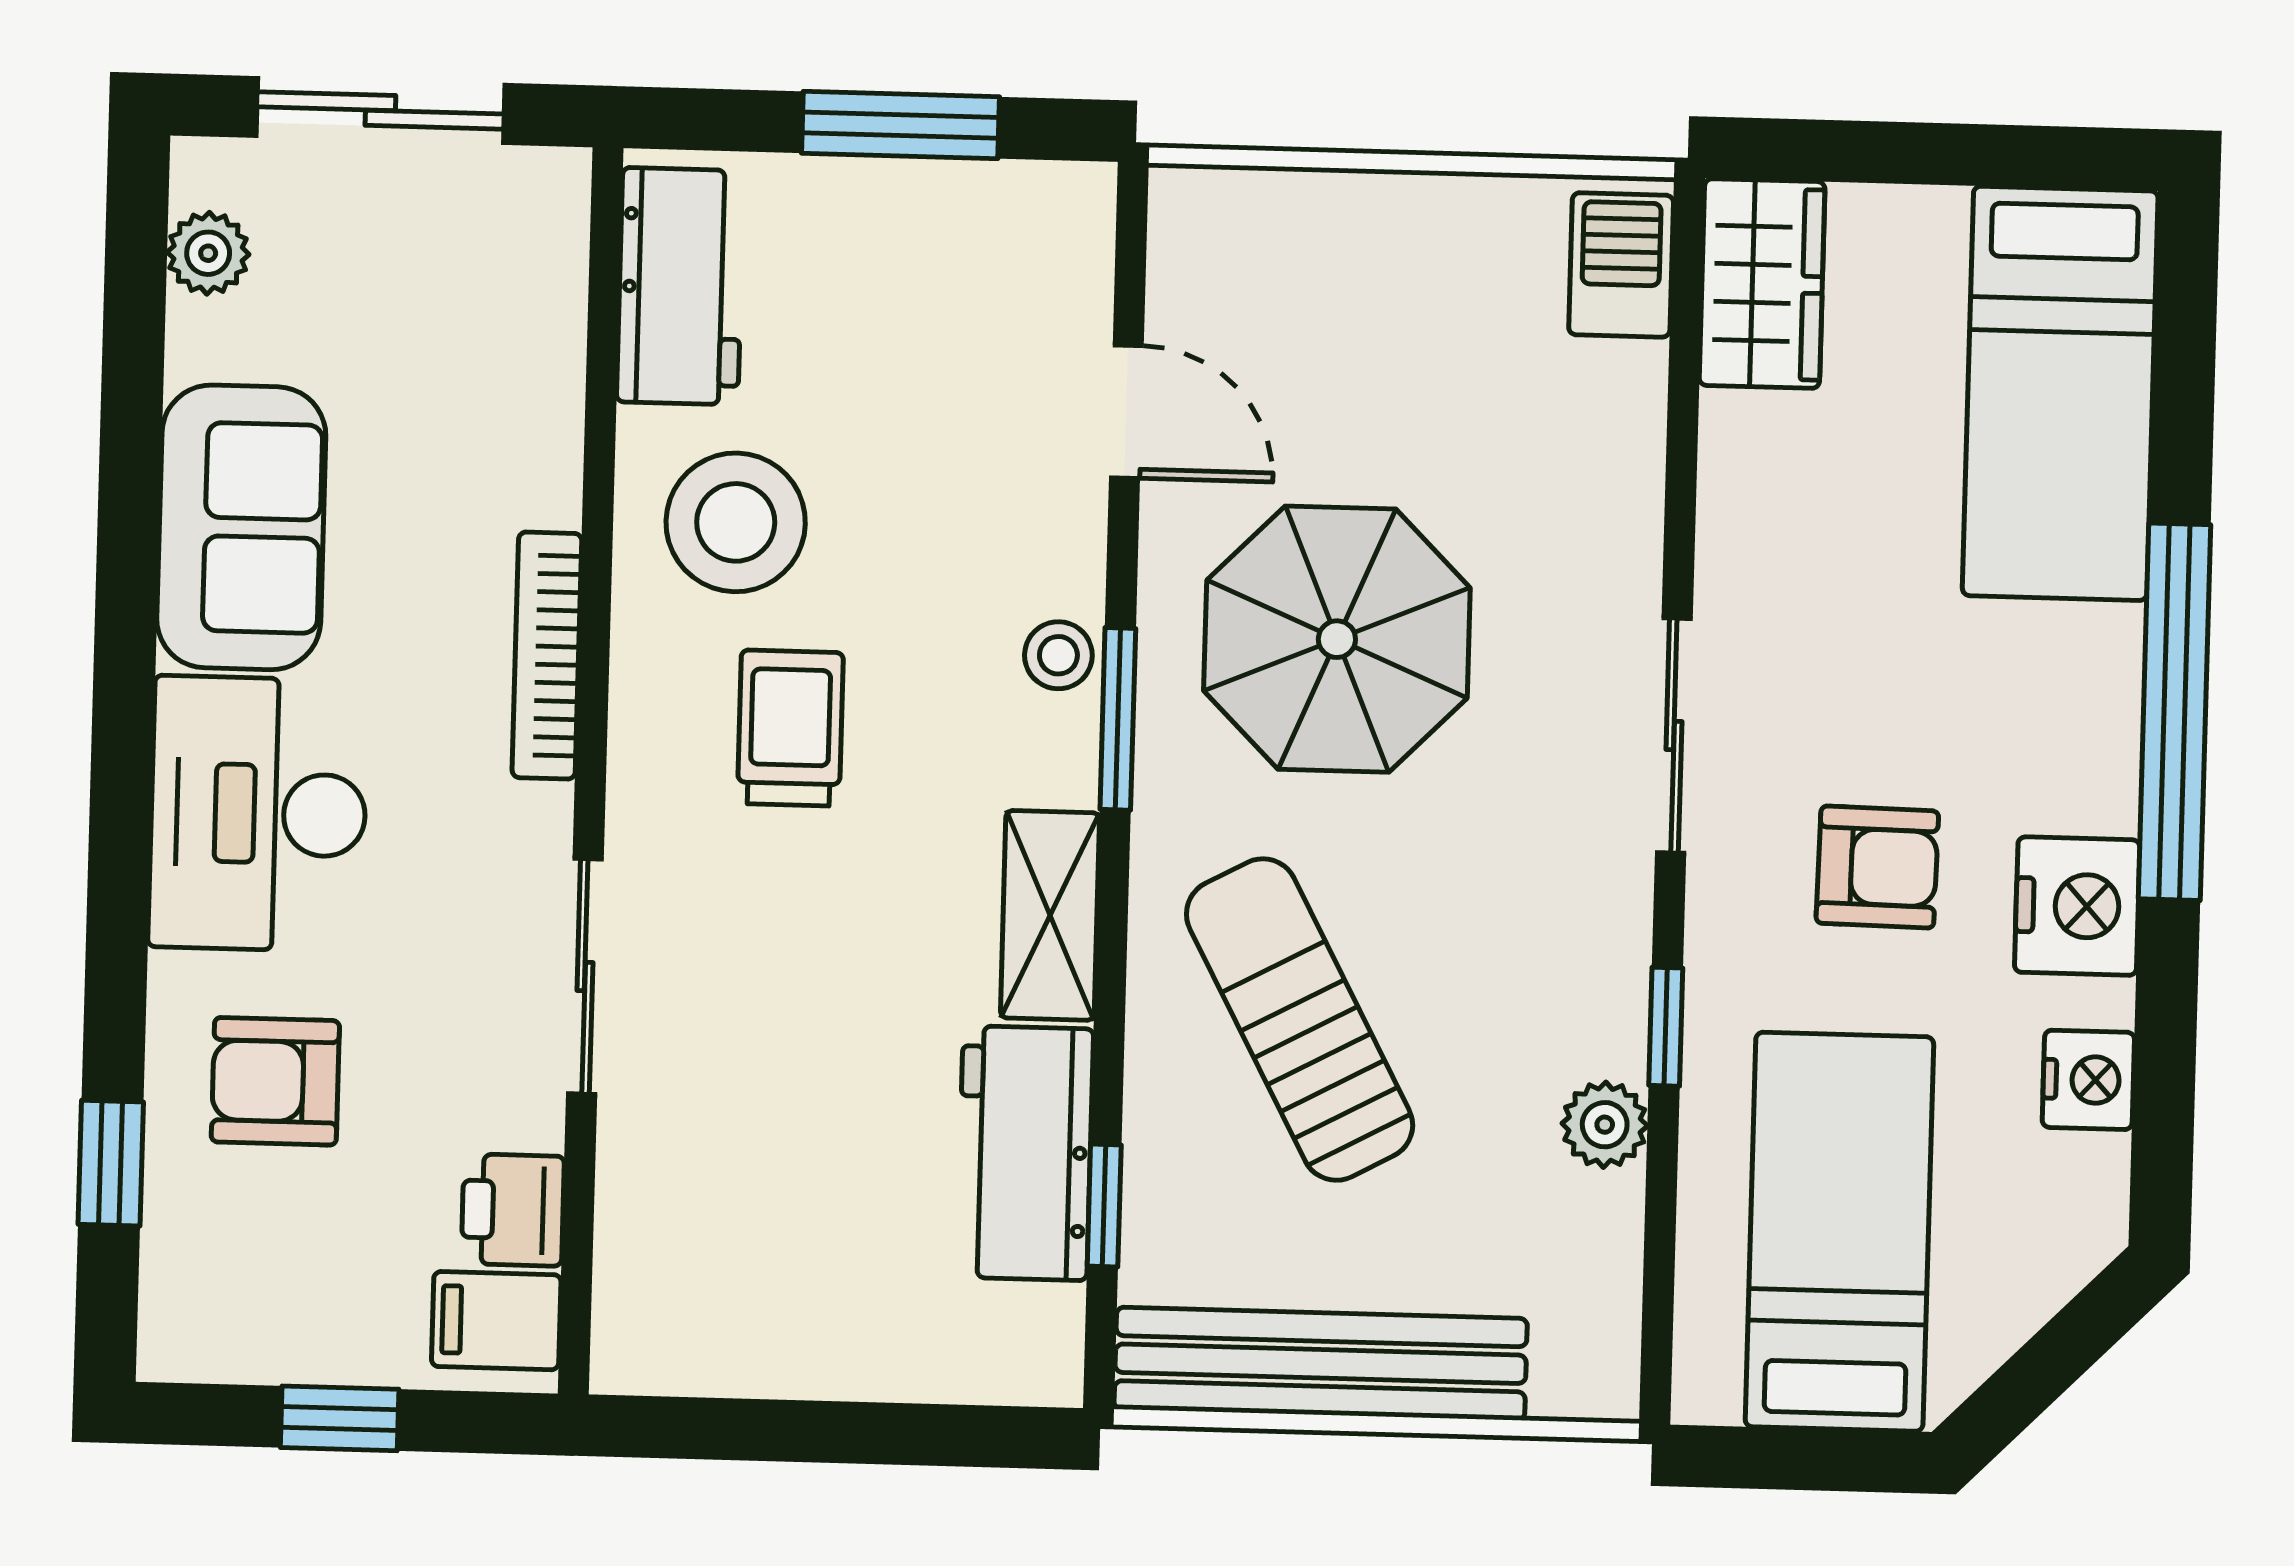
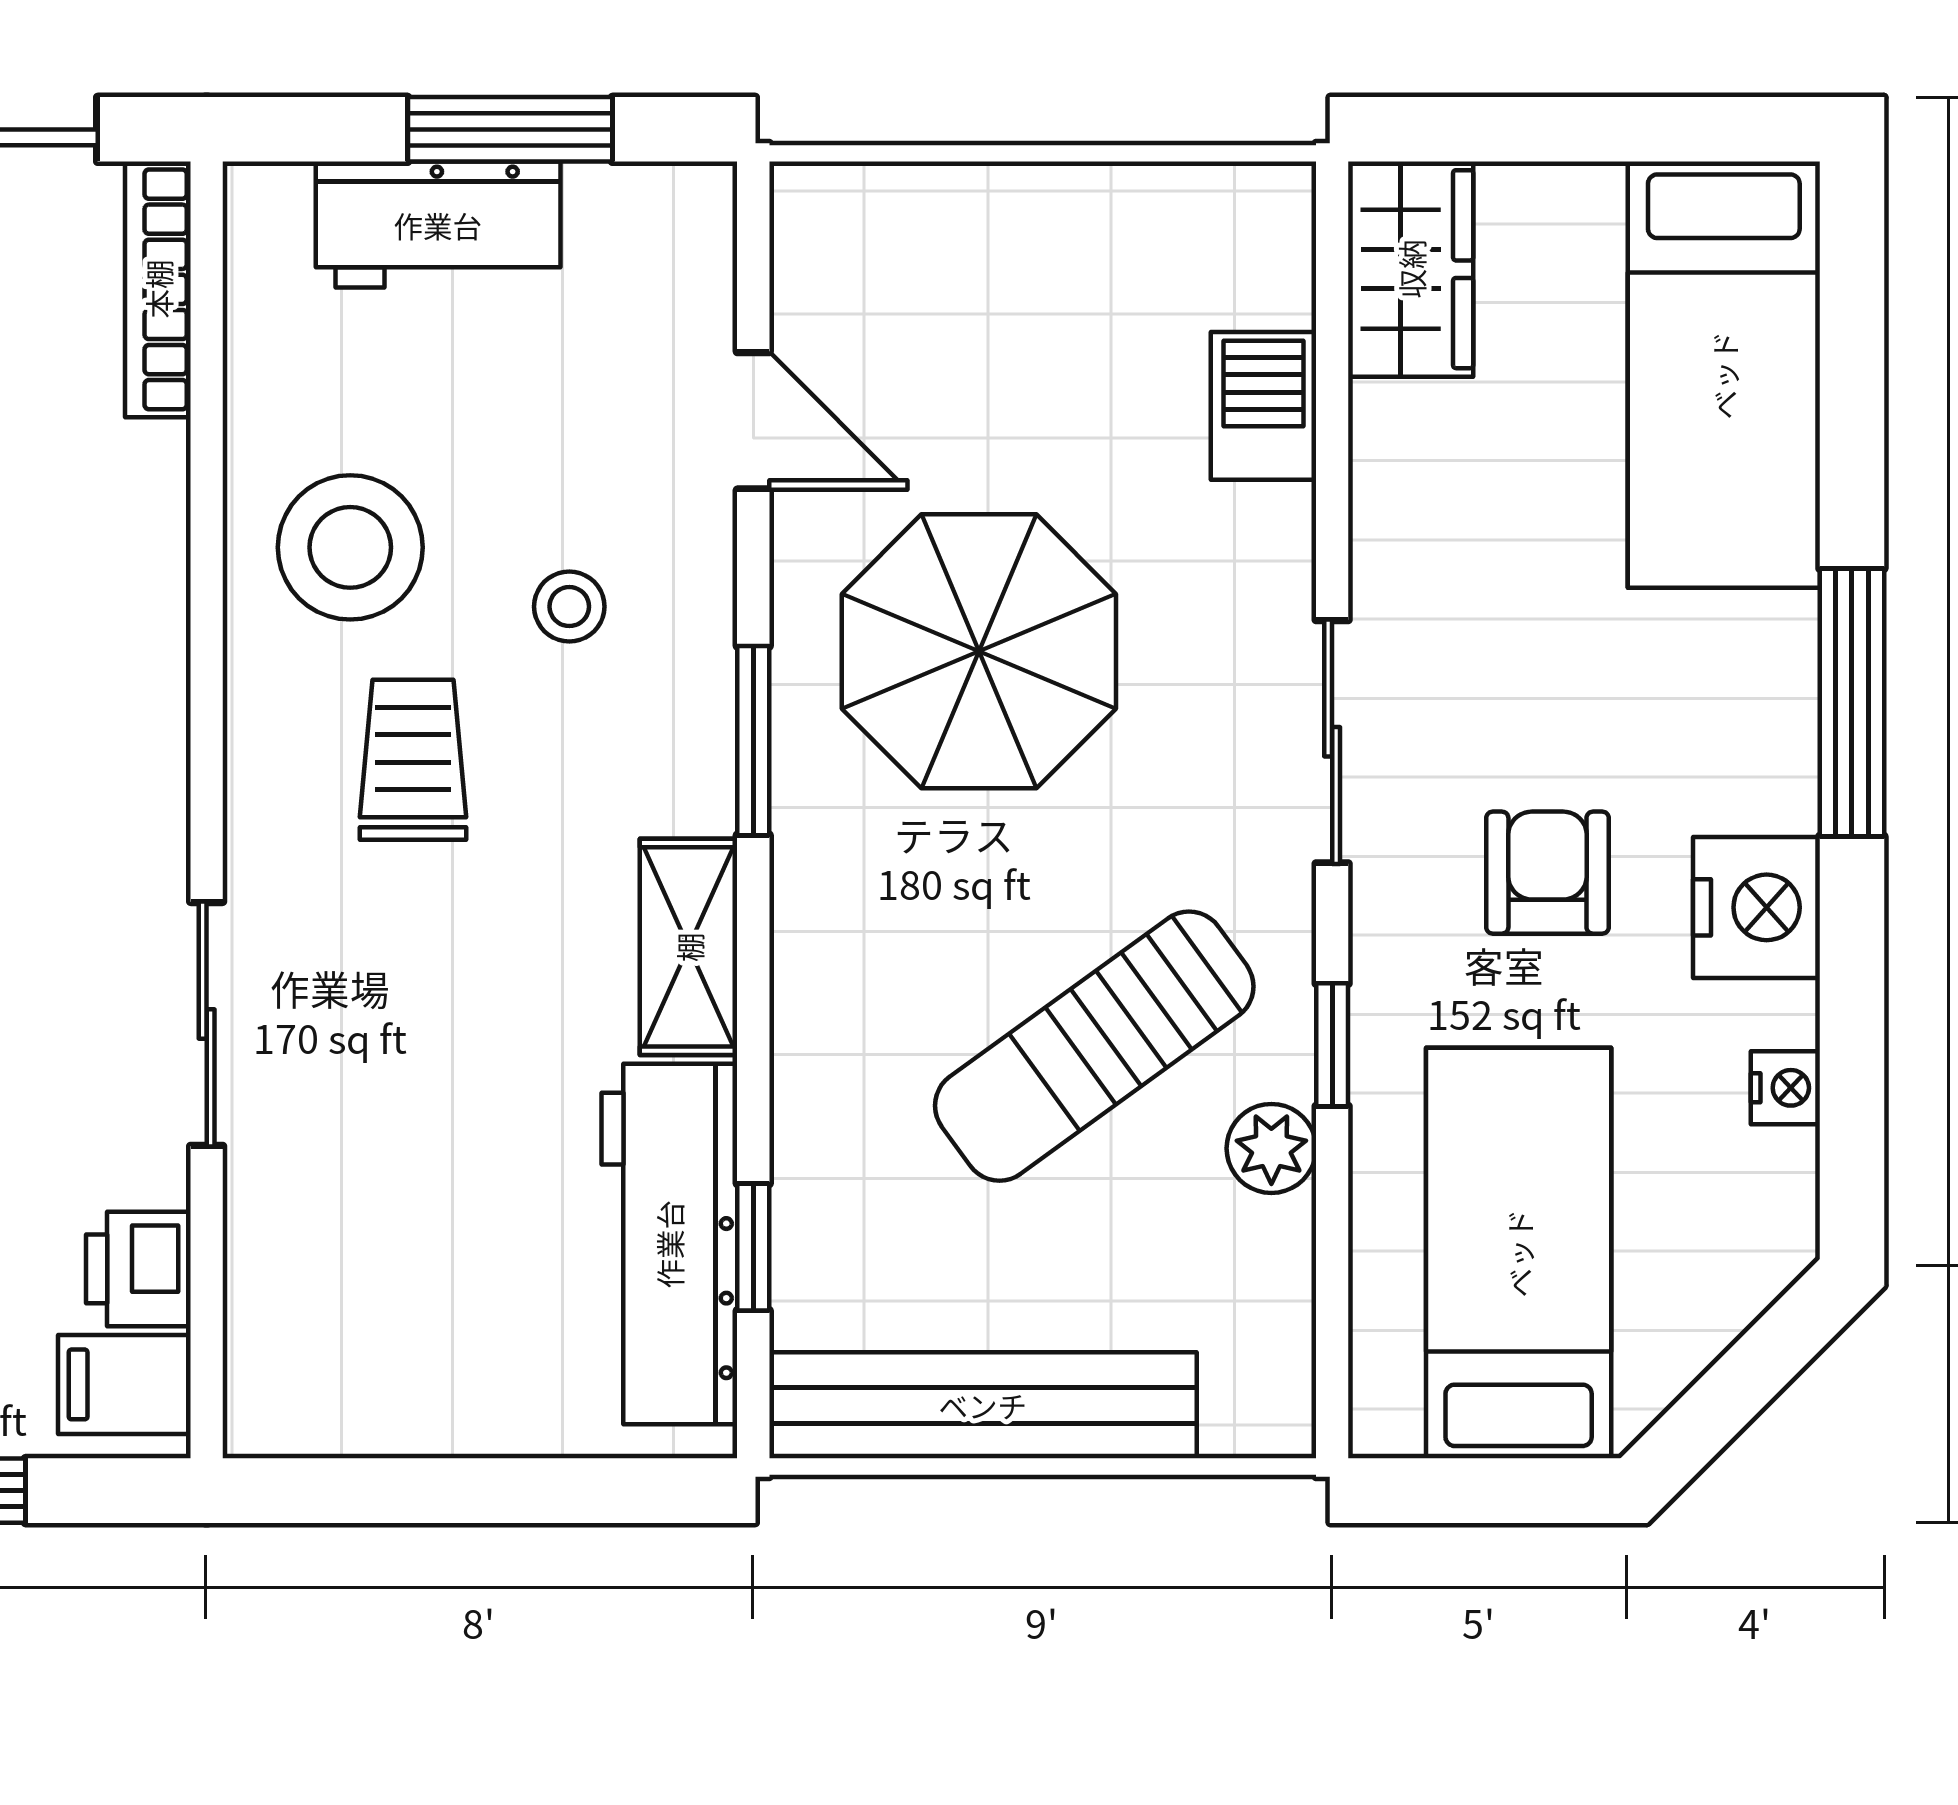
barbecue: (1621, 265) -> (1263, 406), moved
workbench: (680, 286) -> (438, 225), moved, turned 90
stool: (1058, 655) -> (569, 607), moved
bookcase: (547, 656) -> (158, 289), moved
window: (2174, 712) -> (1852, 702), width x0.68
armchair: (1877, 867) -> (1547, 873), turned -91
sun lounger: (1300, 1020) -> (1094, 1046), moved, turned -98
nightstand: (2088, 1080) -> (1785, 1088), width x0.72, depth x0.74
workbench: (1025, 1153) -> (669, 1244), width x1.38

